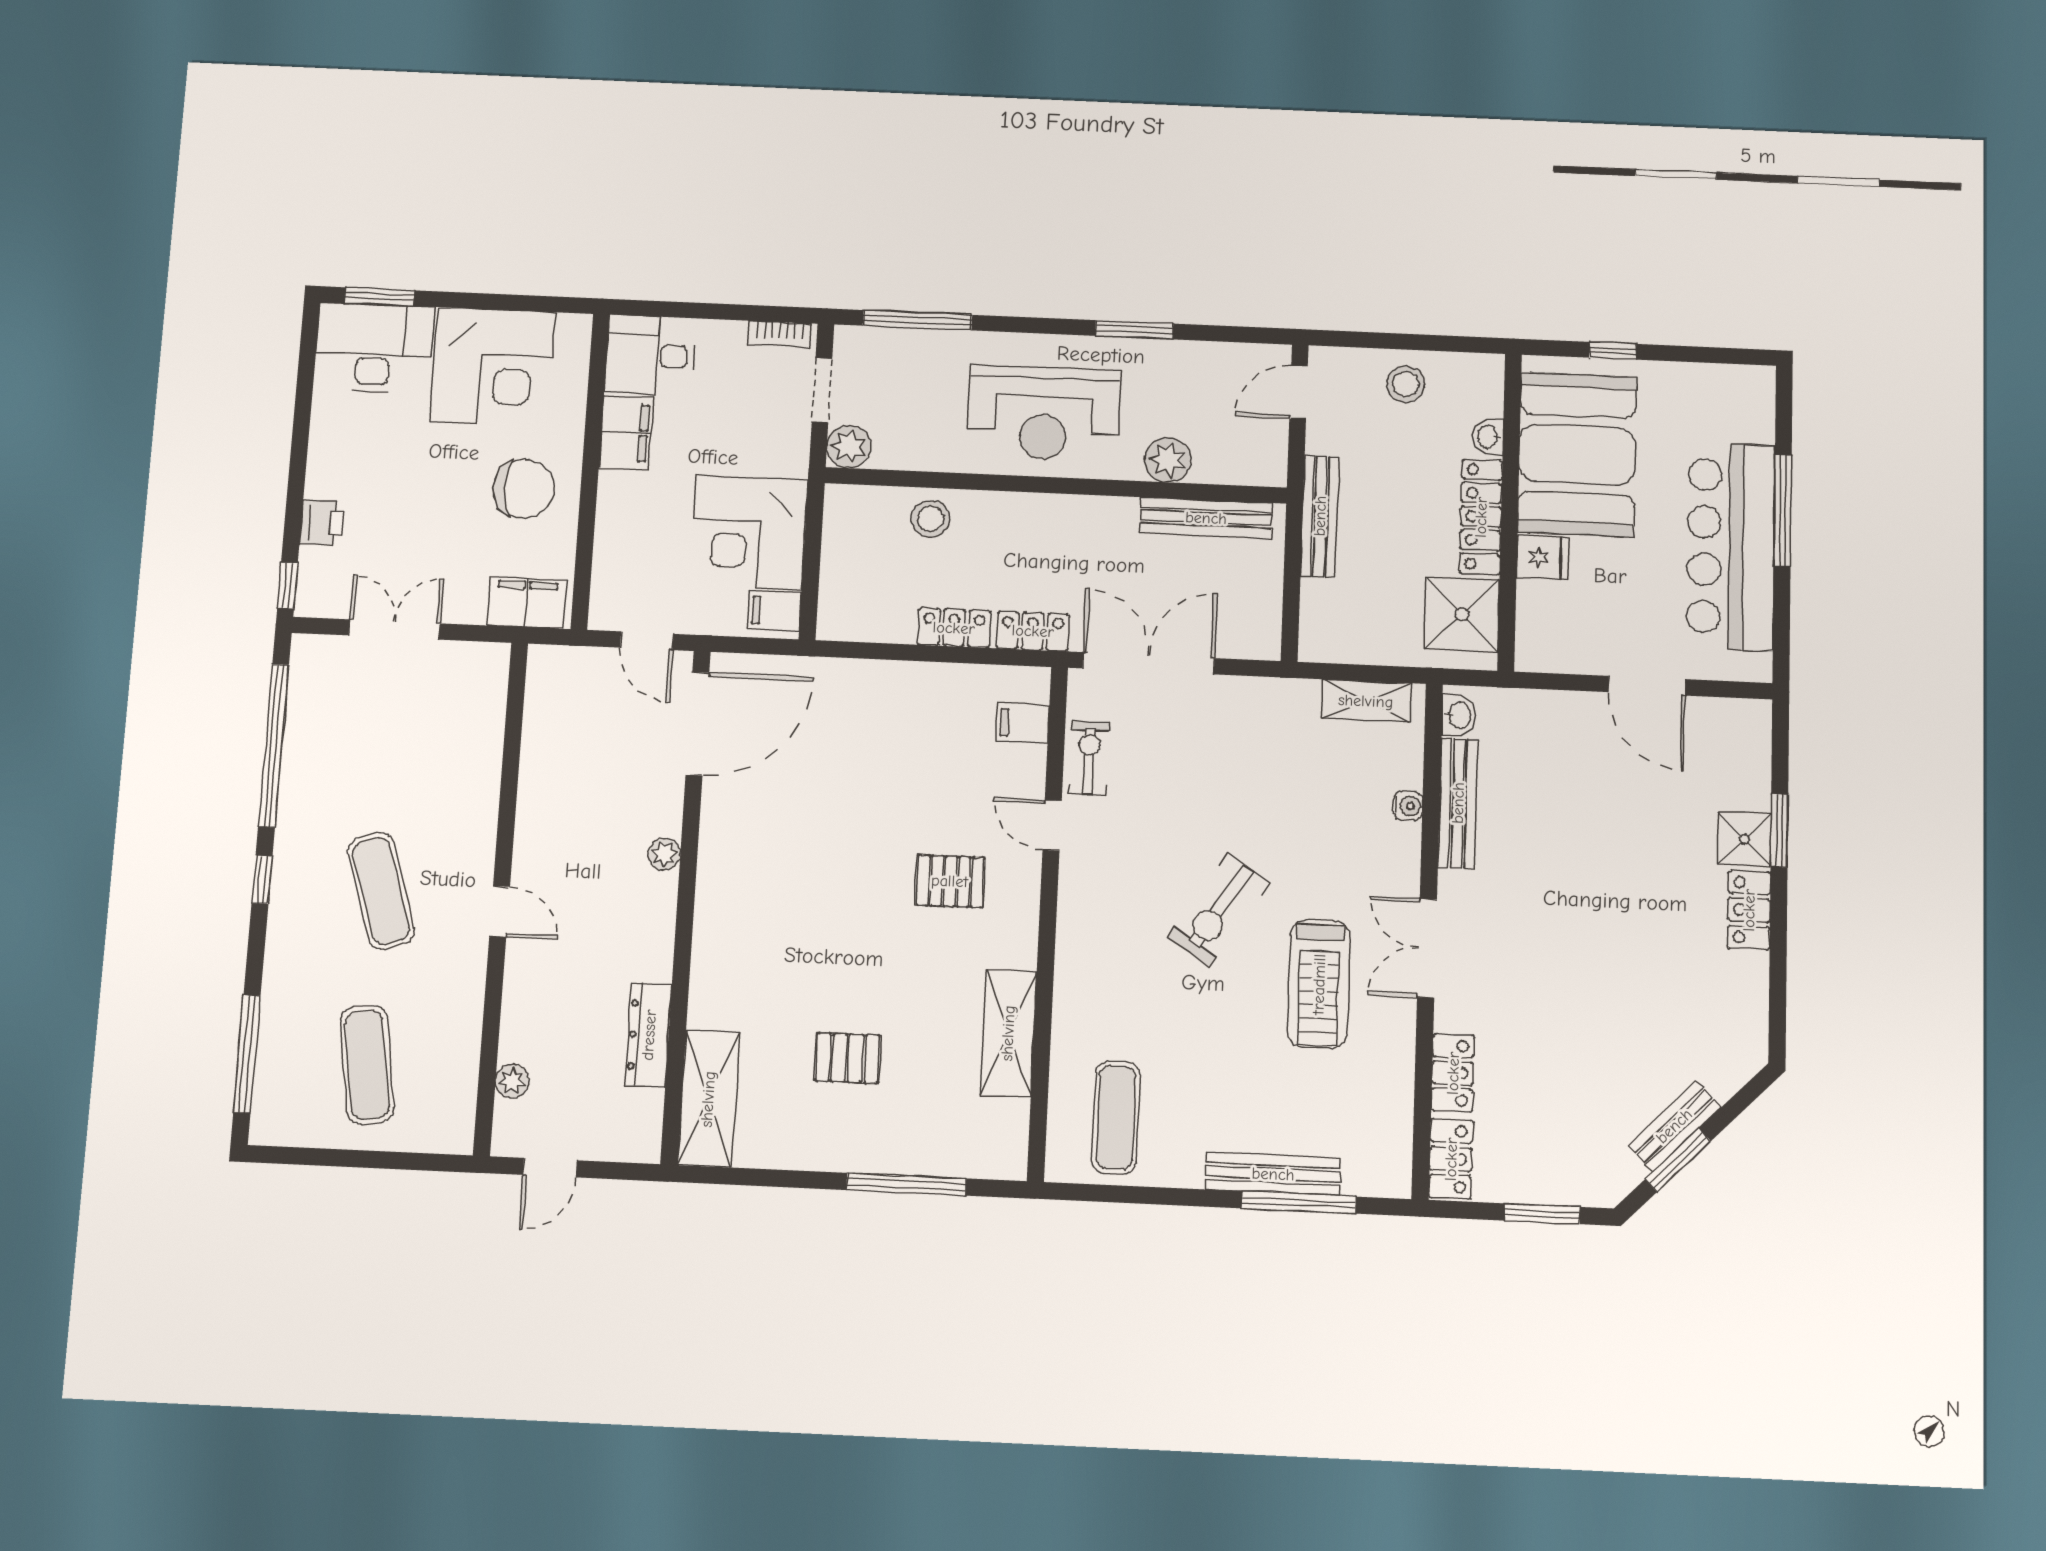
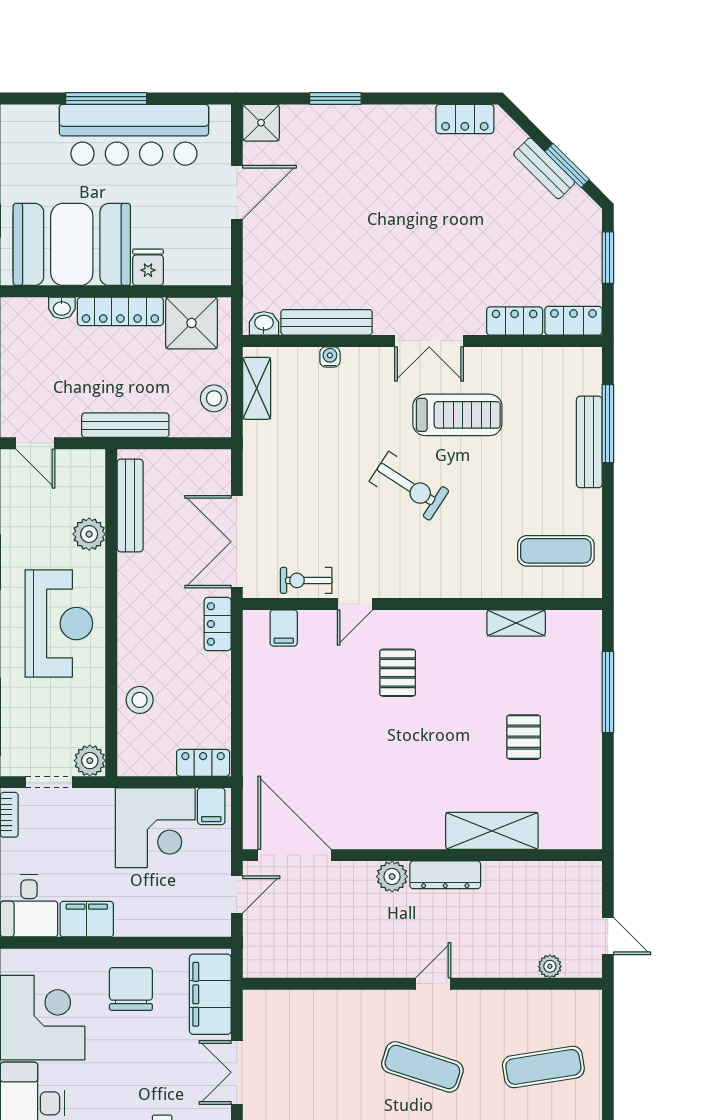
stool: (1406, 384) -> (214, 398), moved
filing cabinet: (527, 602) -> (210, 994), width x1.50, depth x1.17
locker: (954, 628) -> (203, 763), moved, turned 90
shower: (1744, 839) -> (261, 123), moved
plant: (664, 854) -> (392, 877), width x1.38, depth x1.38
exercise mat: (381, 891) -> (422, 1067), turned 36
locker: (1749, 910) -> (465, 119), moved
shelving: (1008, 1033) -> (516, 623), width x0.67, depth x0.75
dresser: (649, 1035) -> (445, 875), moved
shelving: (708, 1099) -> (492, 831), moved

